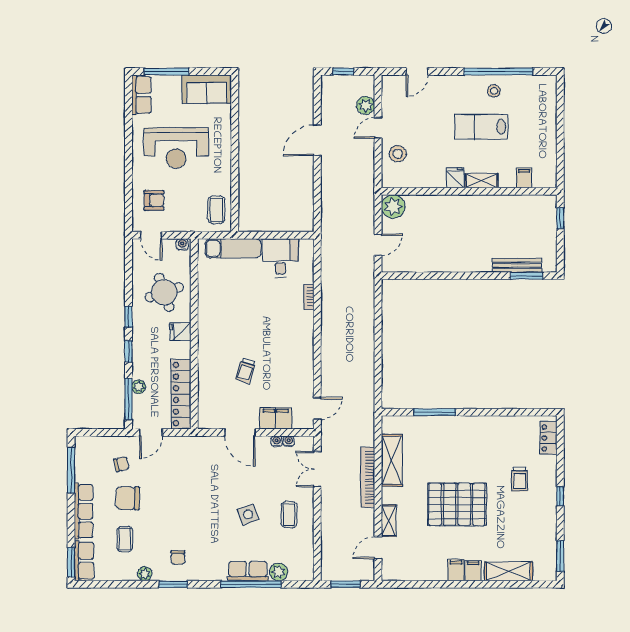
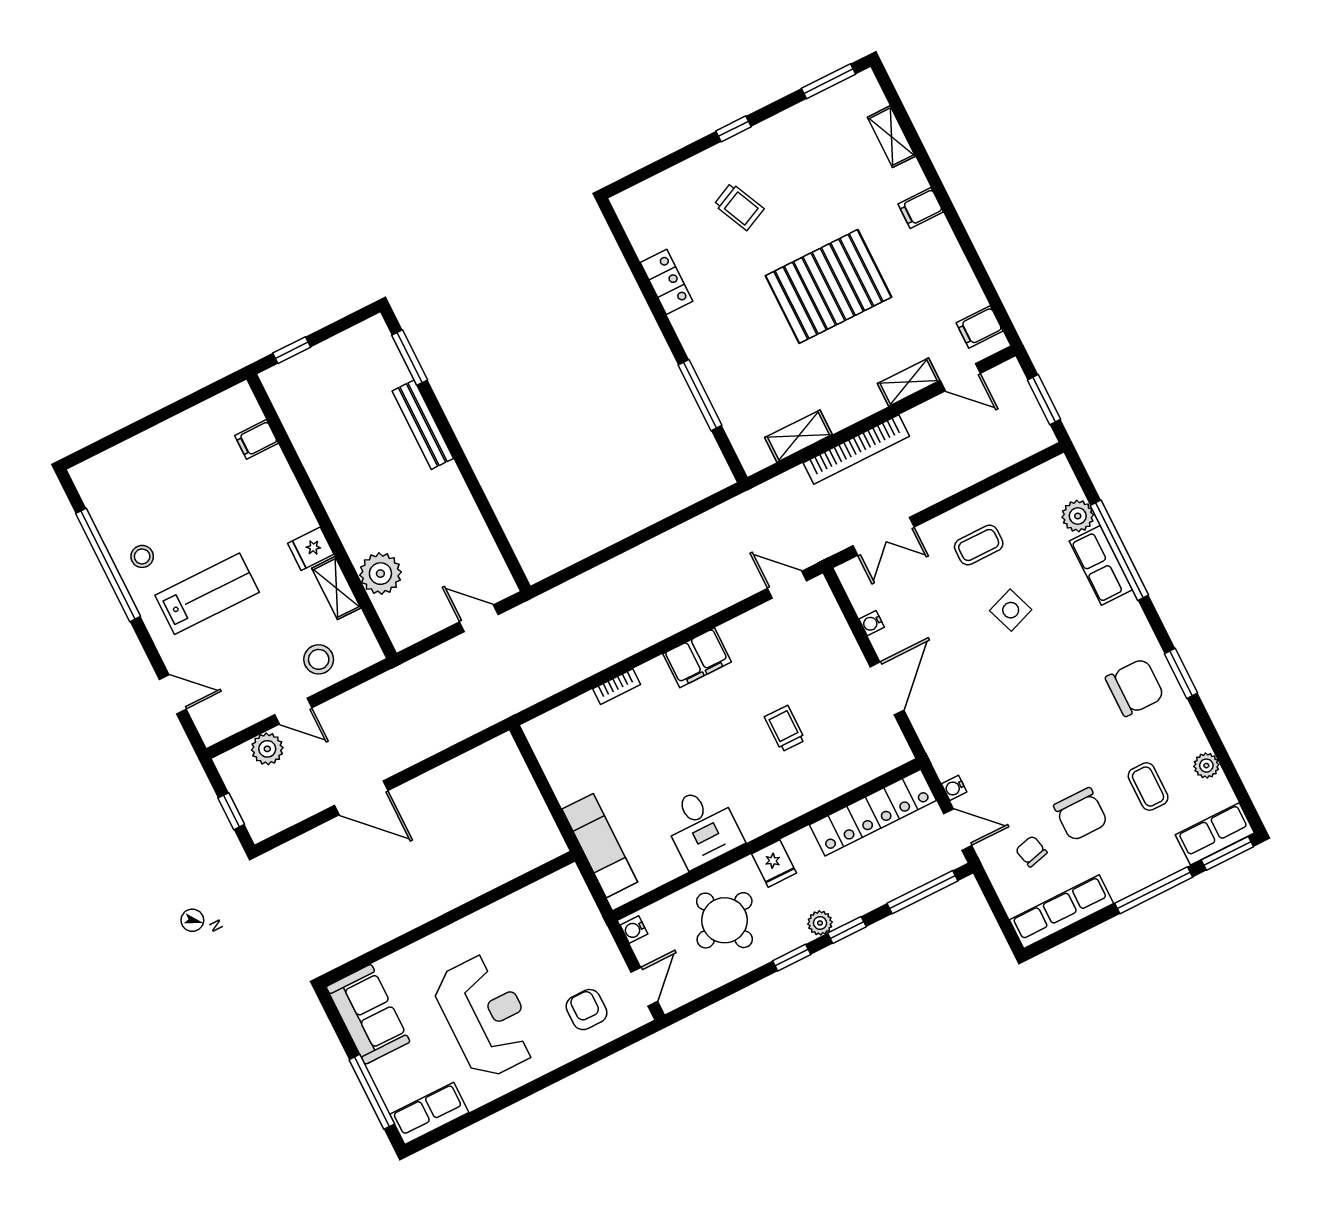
lab bench: (481, 127) -> (207, 594), moved, turned -90
shelving: (482, 181) -> (336, 588), moved
plant: (393, 206) -> (380, 574), moved
coffee table: (216, 210) -> (552, 903), removed
desk: (280, 258) -> (702, 827), moved, turned -90
bench: (517, 265) -> (423, 425), moved
trolley: (245, 371) -> (785, 729), turned -107
plant: (139, 387) -> (820, 923), moved
filing cabinet: (276, 418) -> (697, 658), moved, turned -90
locker: (548, 438) -> (666, 282), moved, turned -90
water cooler: (289, 441) -> (954, 788), moved
shelving: (392, 460) -> (798, 436), width x0.67, depth x0.75
window: (71, 470) -> (1154, 890), moved
trolley: (520, 479) -> (739, 207), turned 65
pallet: (457, 504) -> (828, 286), turned 90
row of seats: (84, 511) -> (1062, 912), moved
coffee table: (125, 539) -> (1148, 787), turned 90
chair: (178, 557) -> (1135, 687), width x1.87, depth x1.87
filing cabinet: (456, 570) -> (980, 327), moved
shelving: (508, 571) -> (891, 137), width x0.67, depth x0.75
plant: (145, 574) -> (1206, 766), moved

